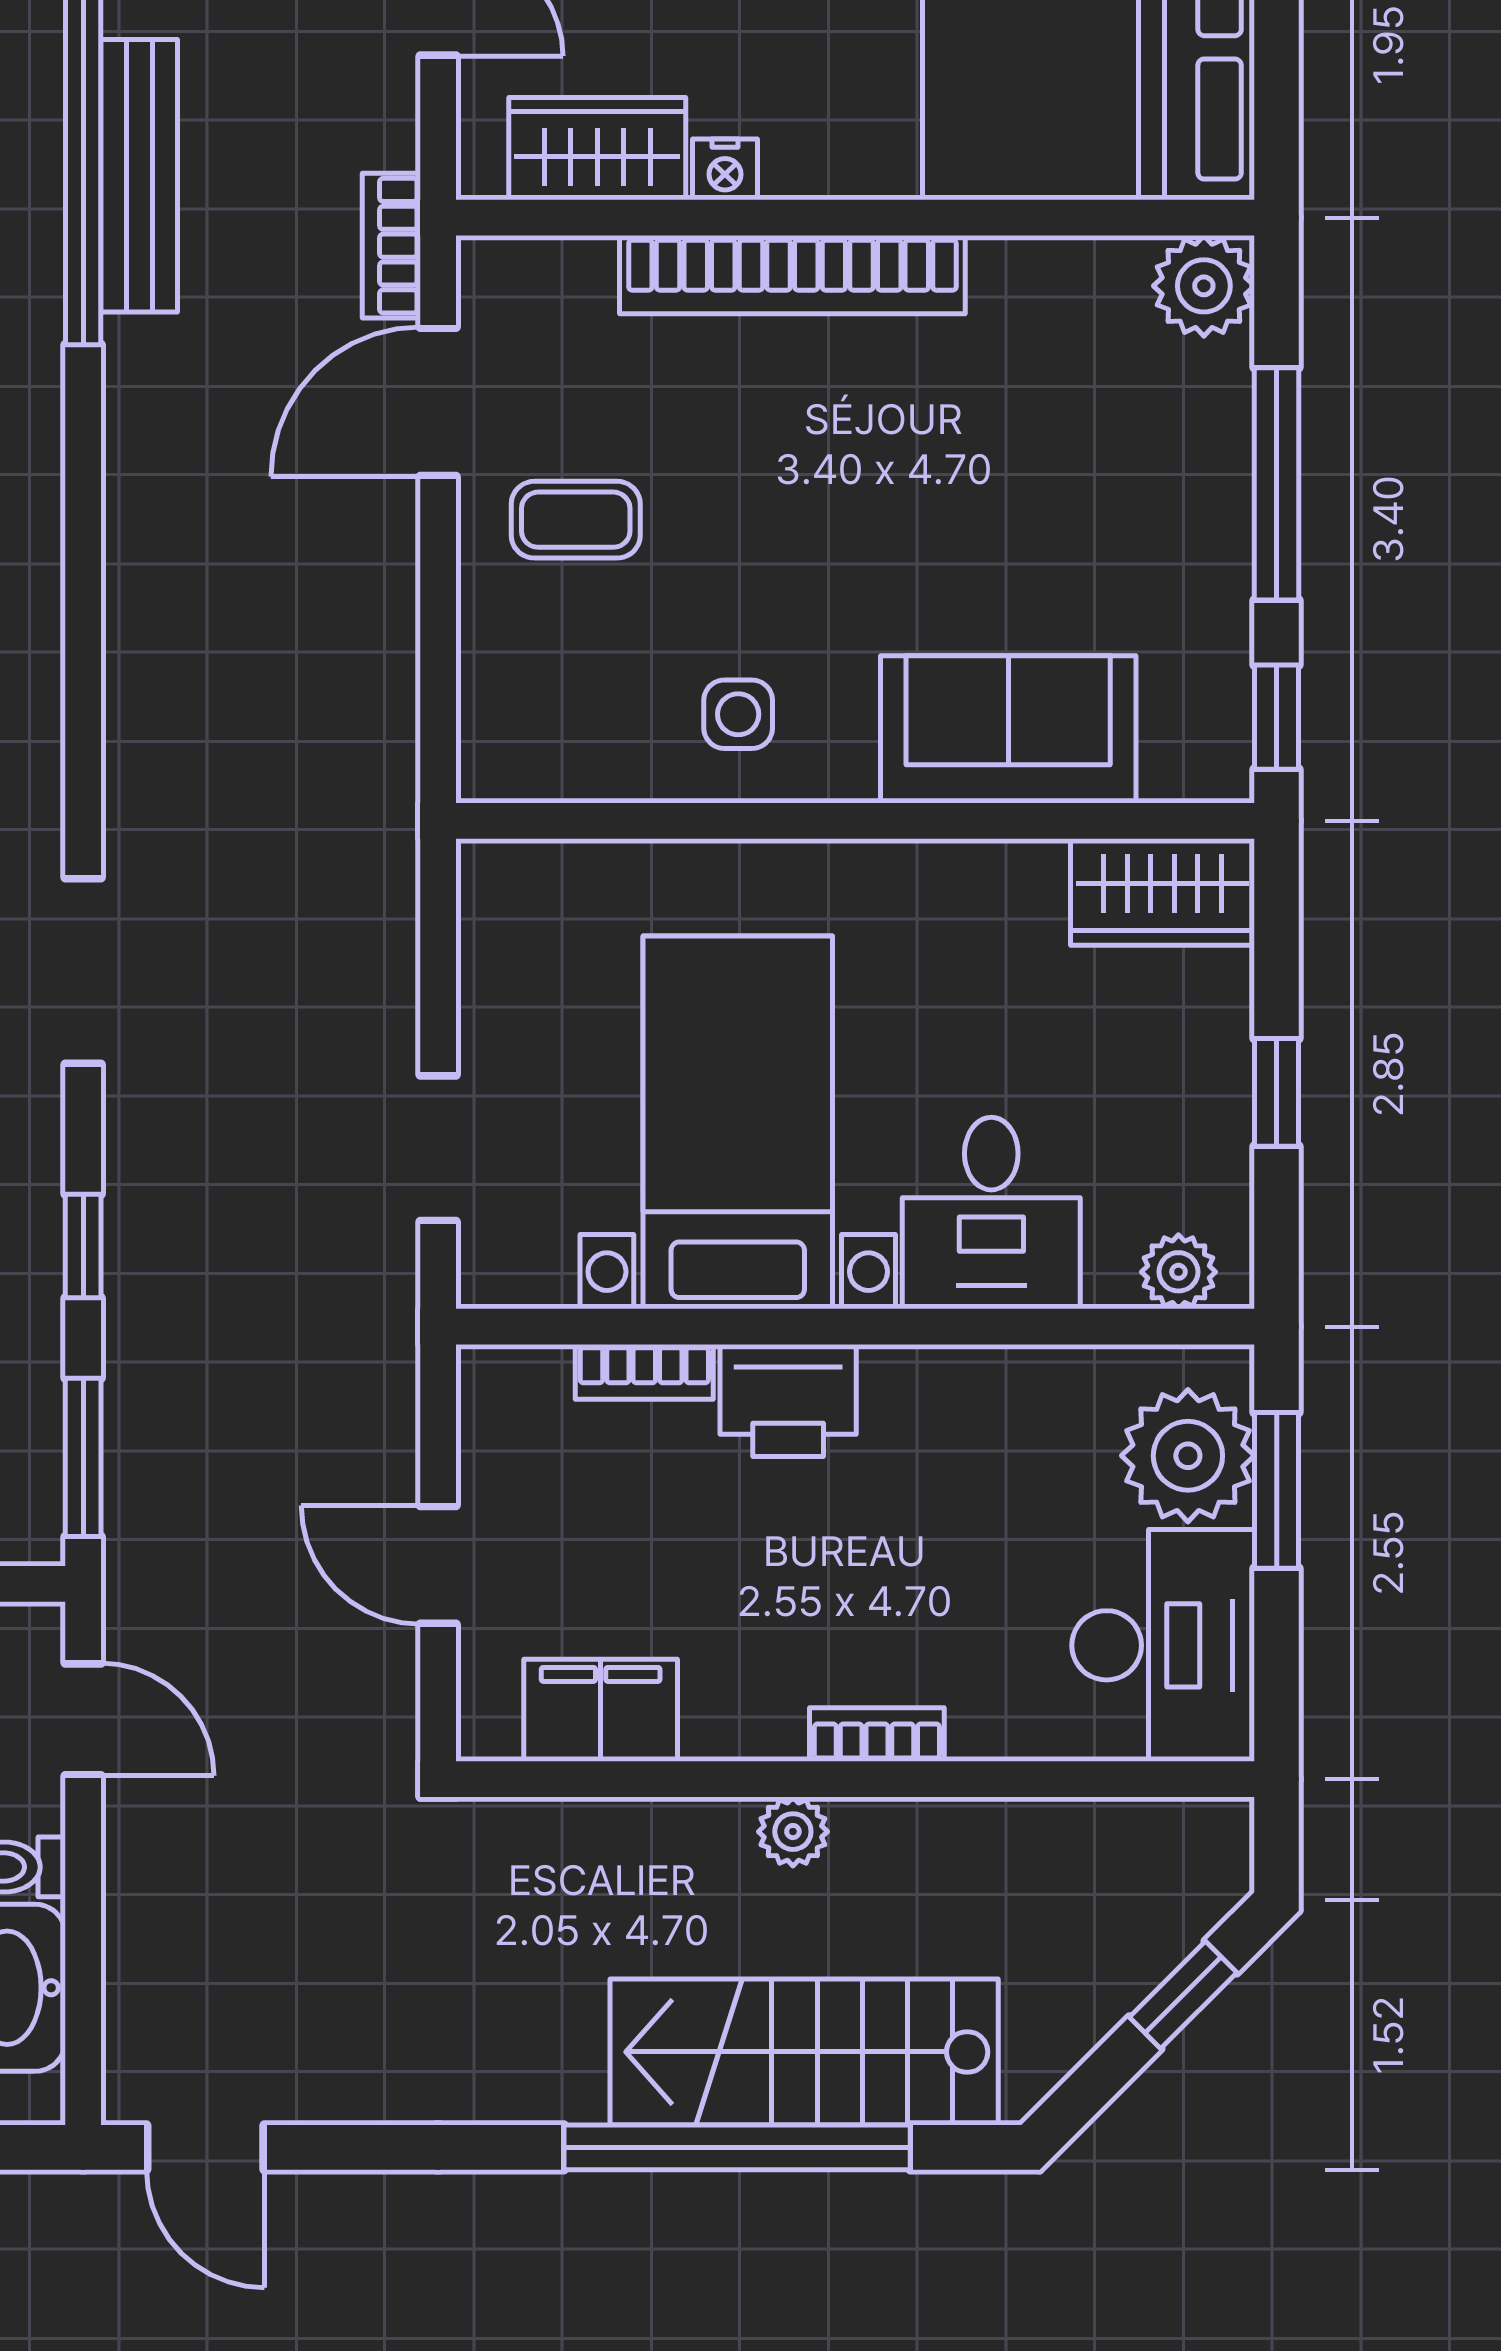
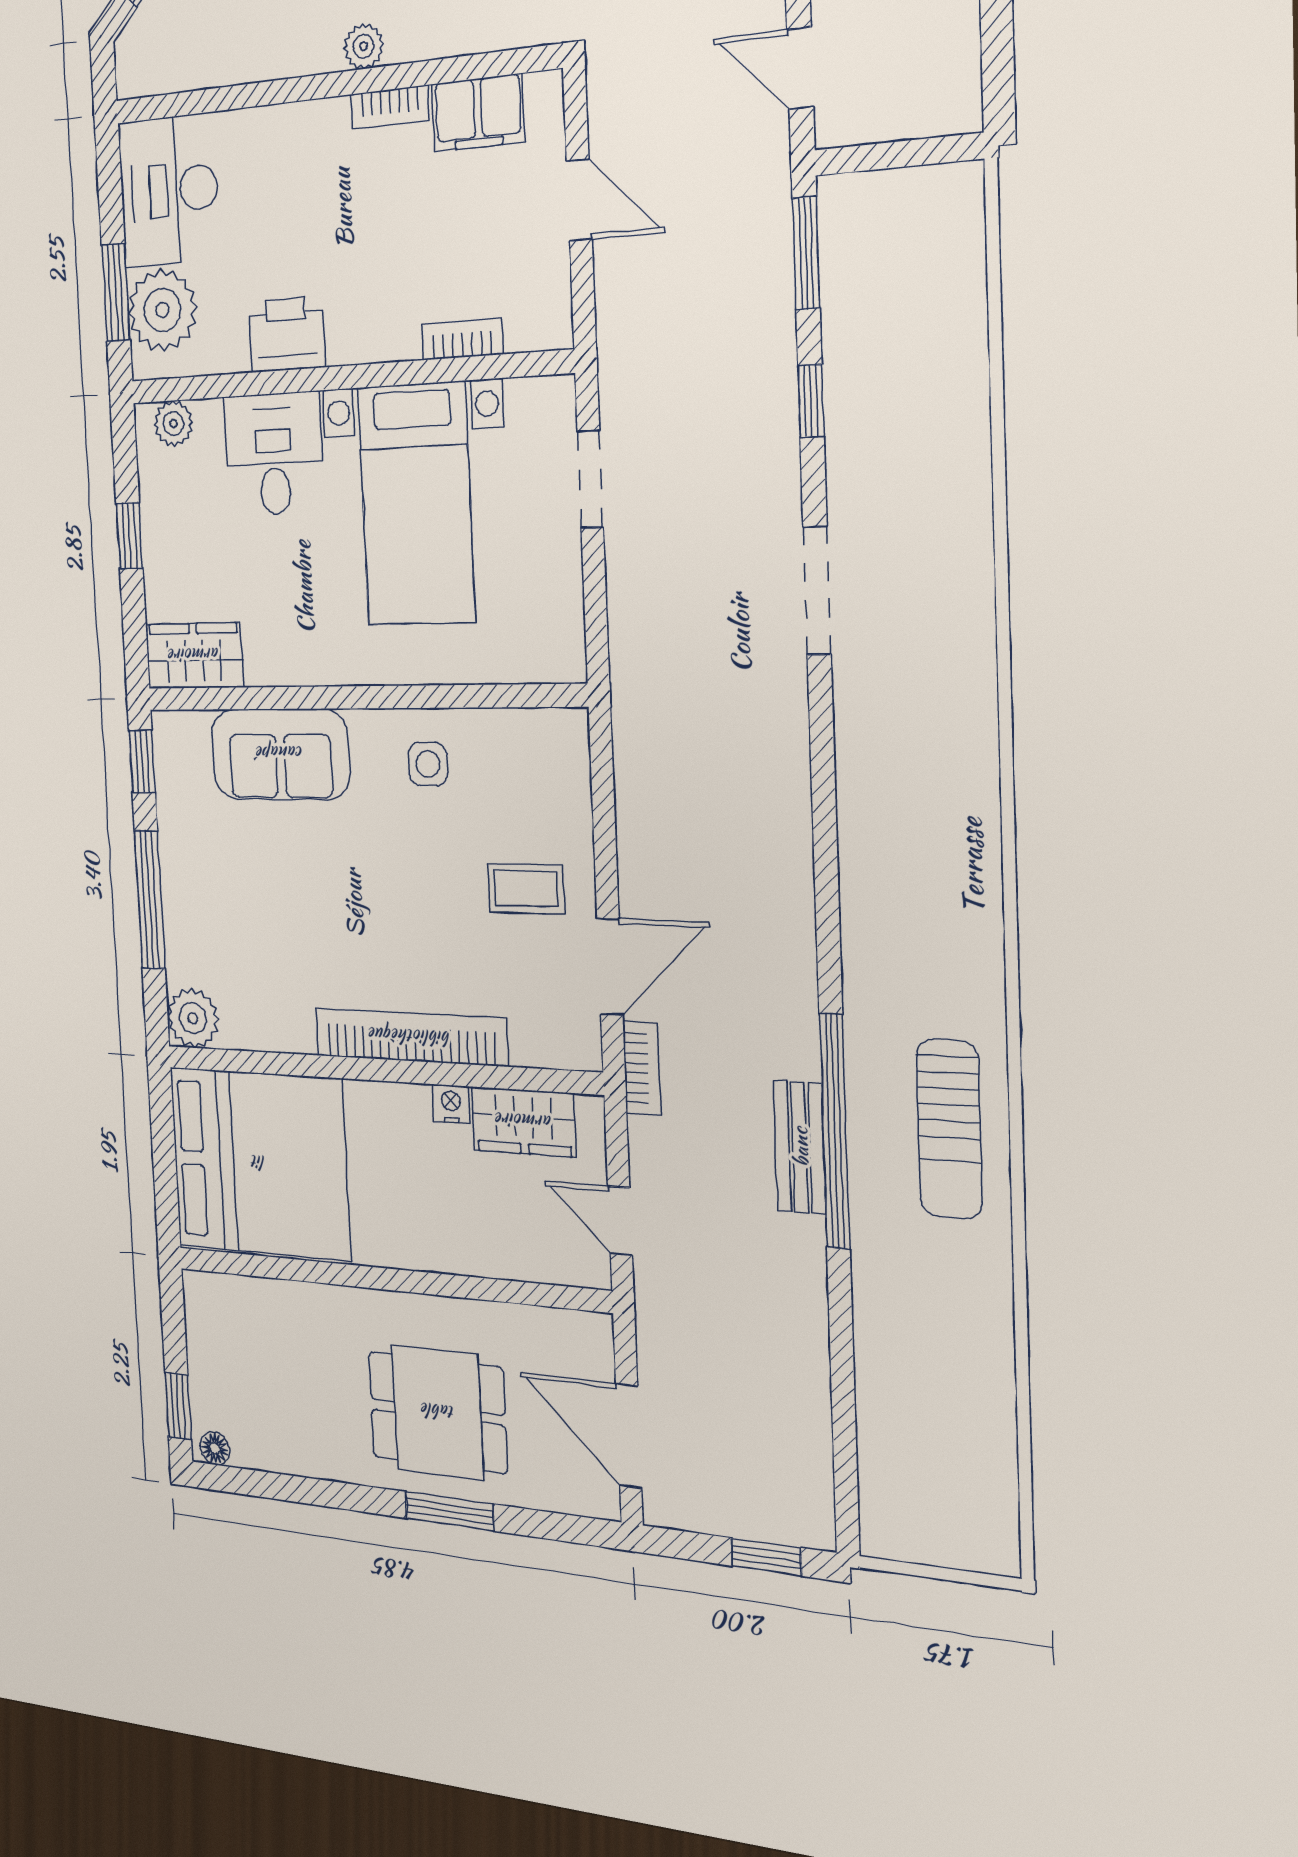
bench: (139, 176) -> (800, 1147), width x0.73
printer: (788, 1401) -> (287, 334), moved
bookcase: (877, 1735) -> (390, 107), moved

